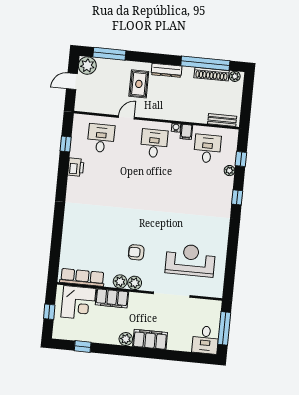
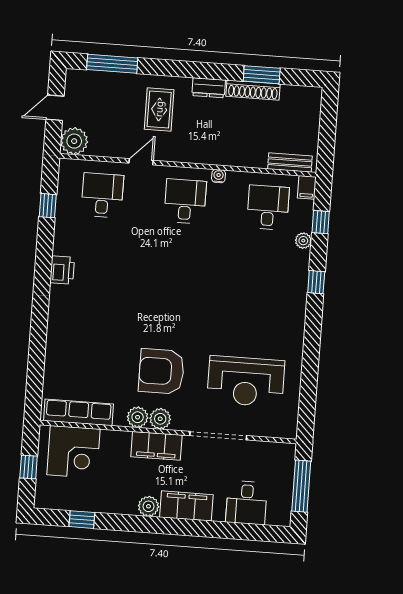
window: (205, 63) -> (262, 75), width x0.47
plant: (87, 66) -> (74, 141), moved
dresser: (167, 70) -> (209, 88), width x0.70
shoe rack: (212, 74) -> (253, 90), moved
plant: (235, 76) -> (308, 94), removed
filing cabinet: (186, 132) -> (307, 187), moved
printer: (76, 167) -> (62, 270), moved
armchair: (136, 252) -> (161, 371), width x1.88, depth x1.88
reception desk: (190, 260) -> (246, 381), turned 180
filing cabinet: (112, 298) -> (156, 446), moved
desk: (205, 340) -> (247, 503), moved

